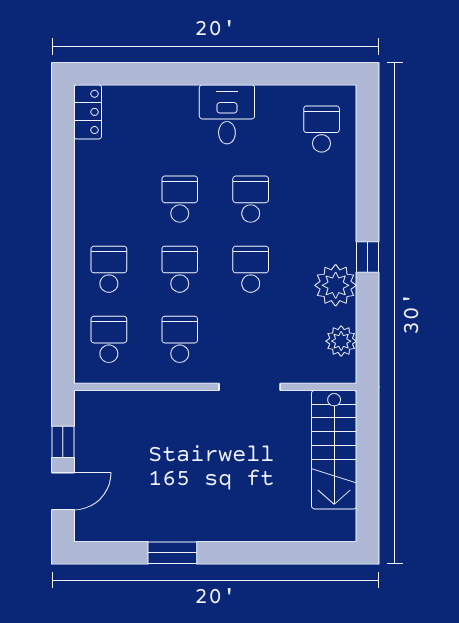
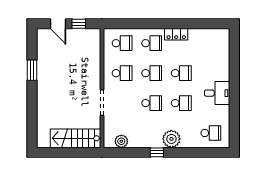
locker: (88, 112) -> (176, 34), moved
plant: (336, 285) -> (171, 139), moved

